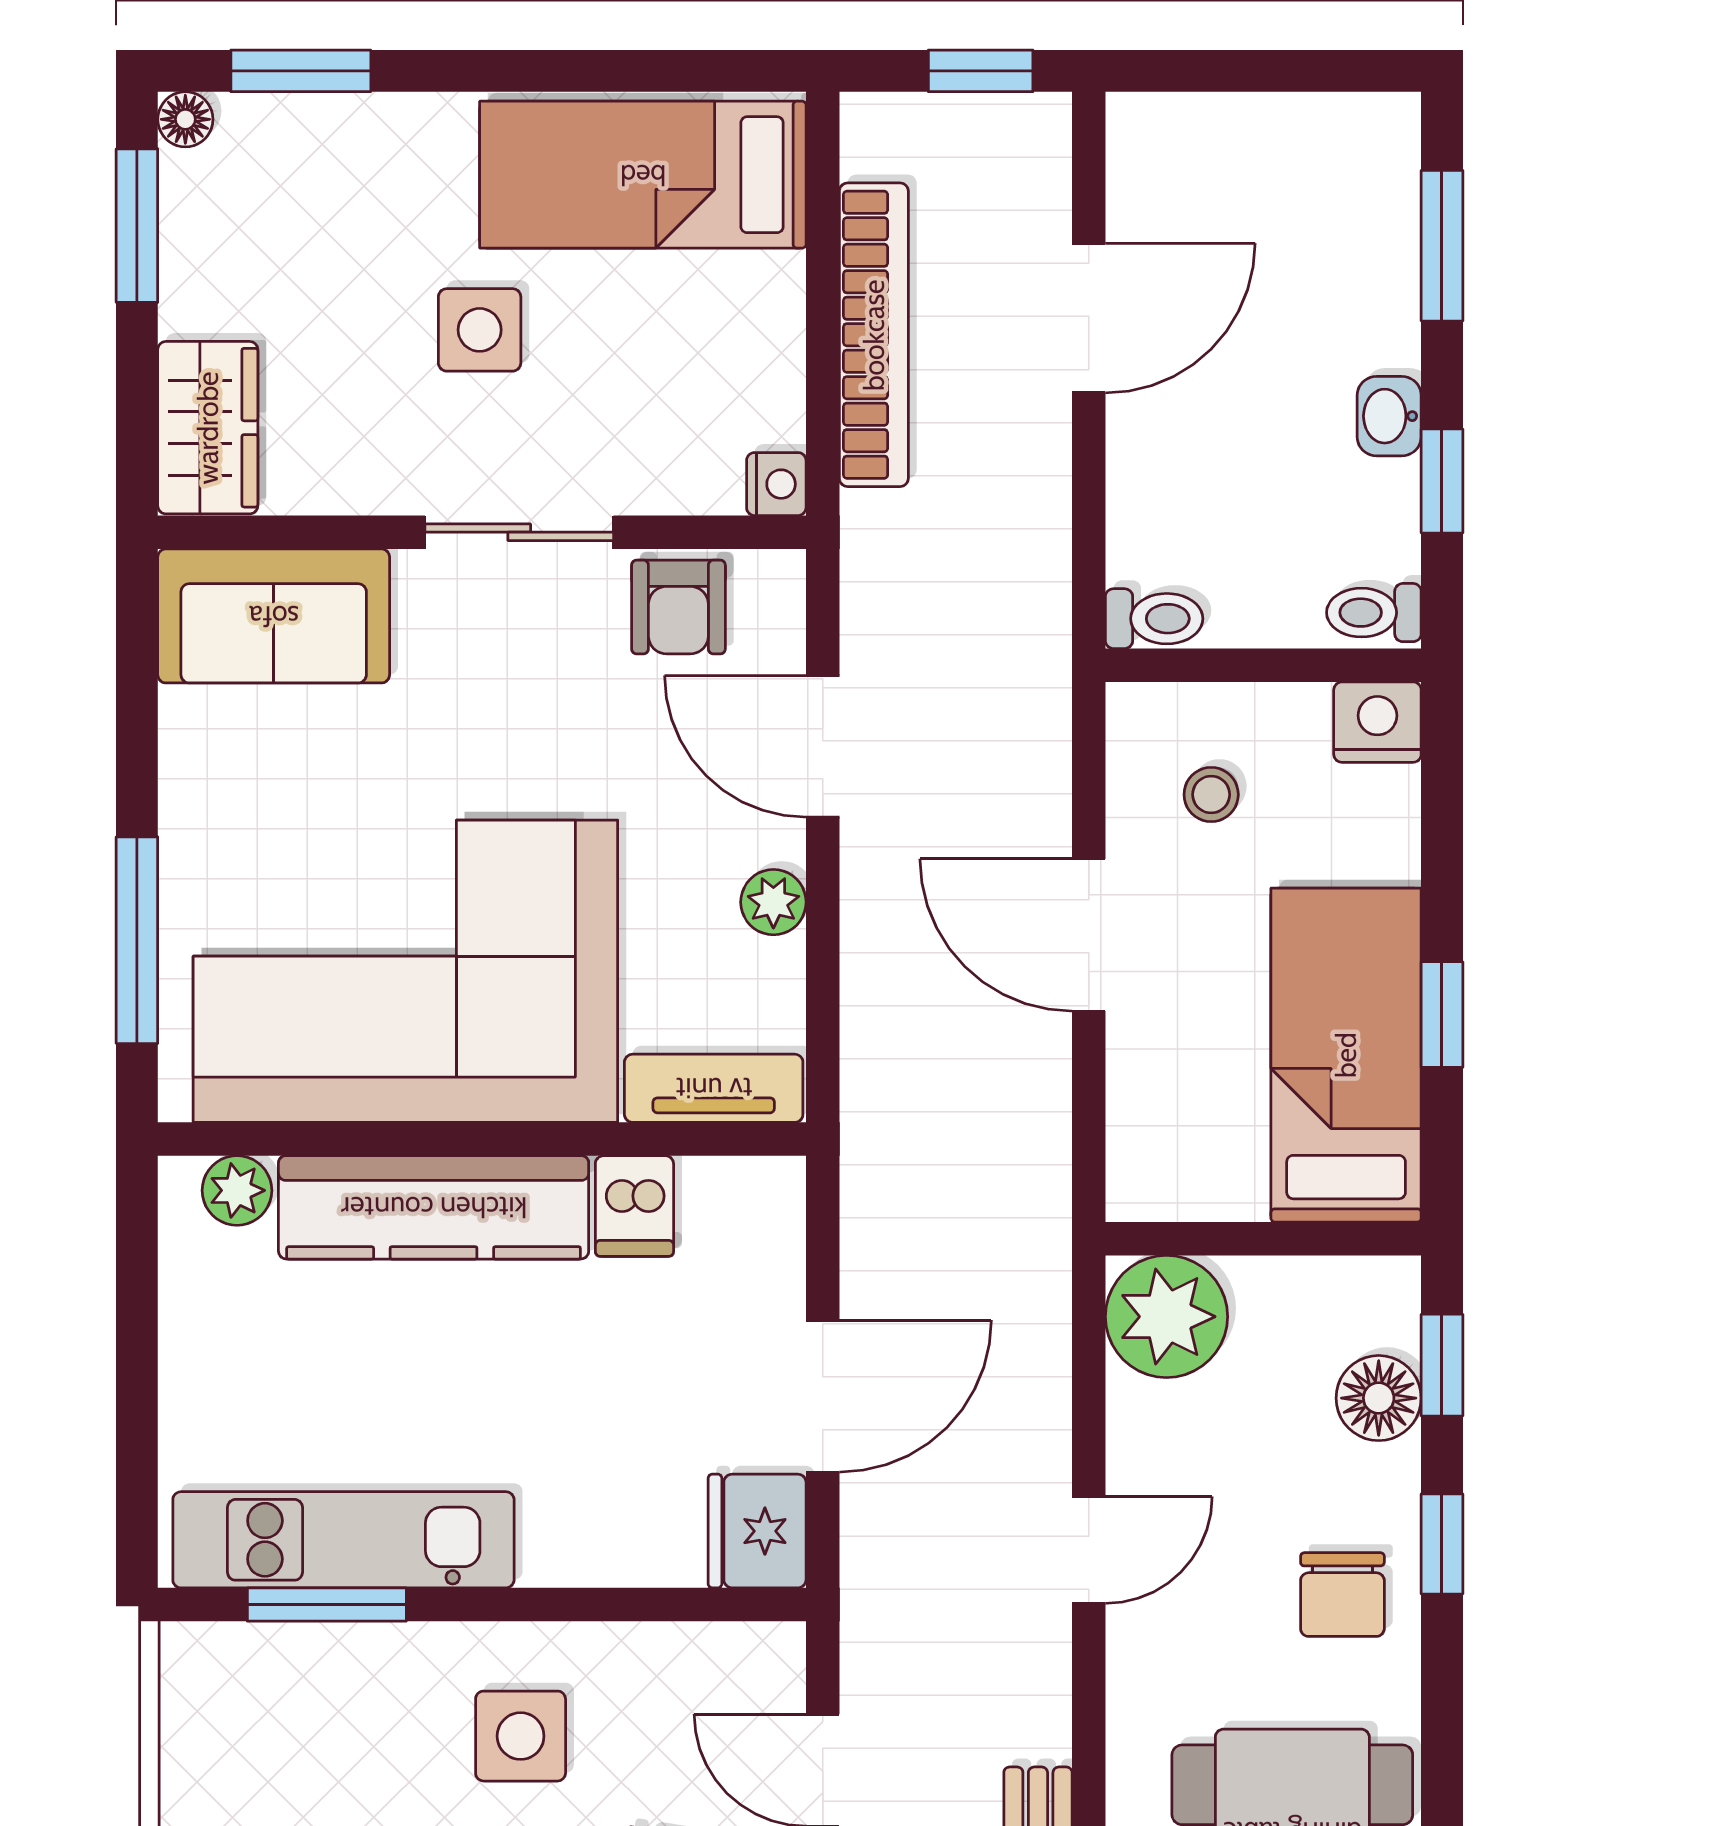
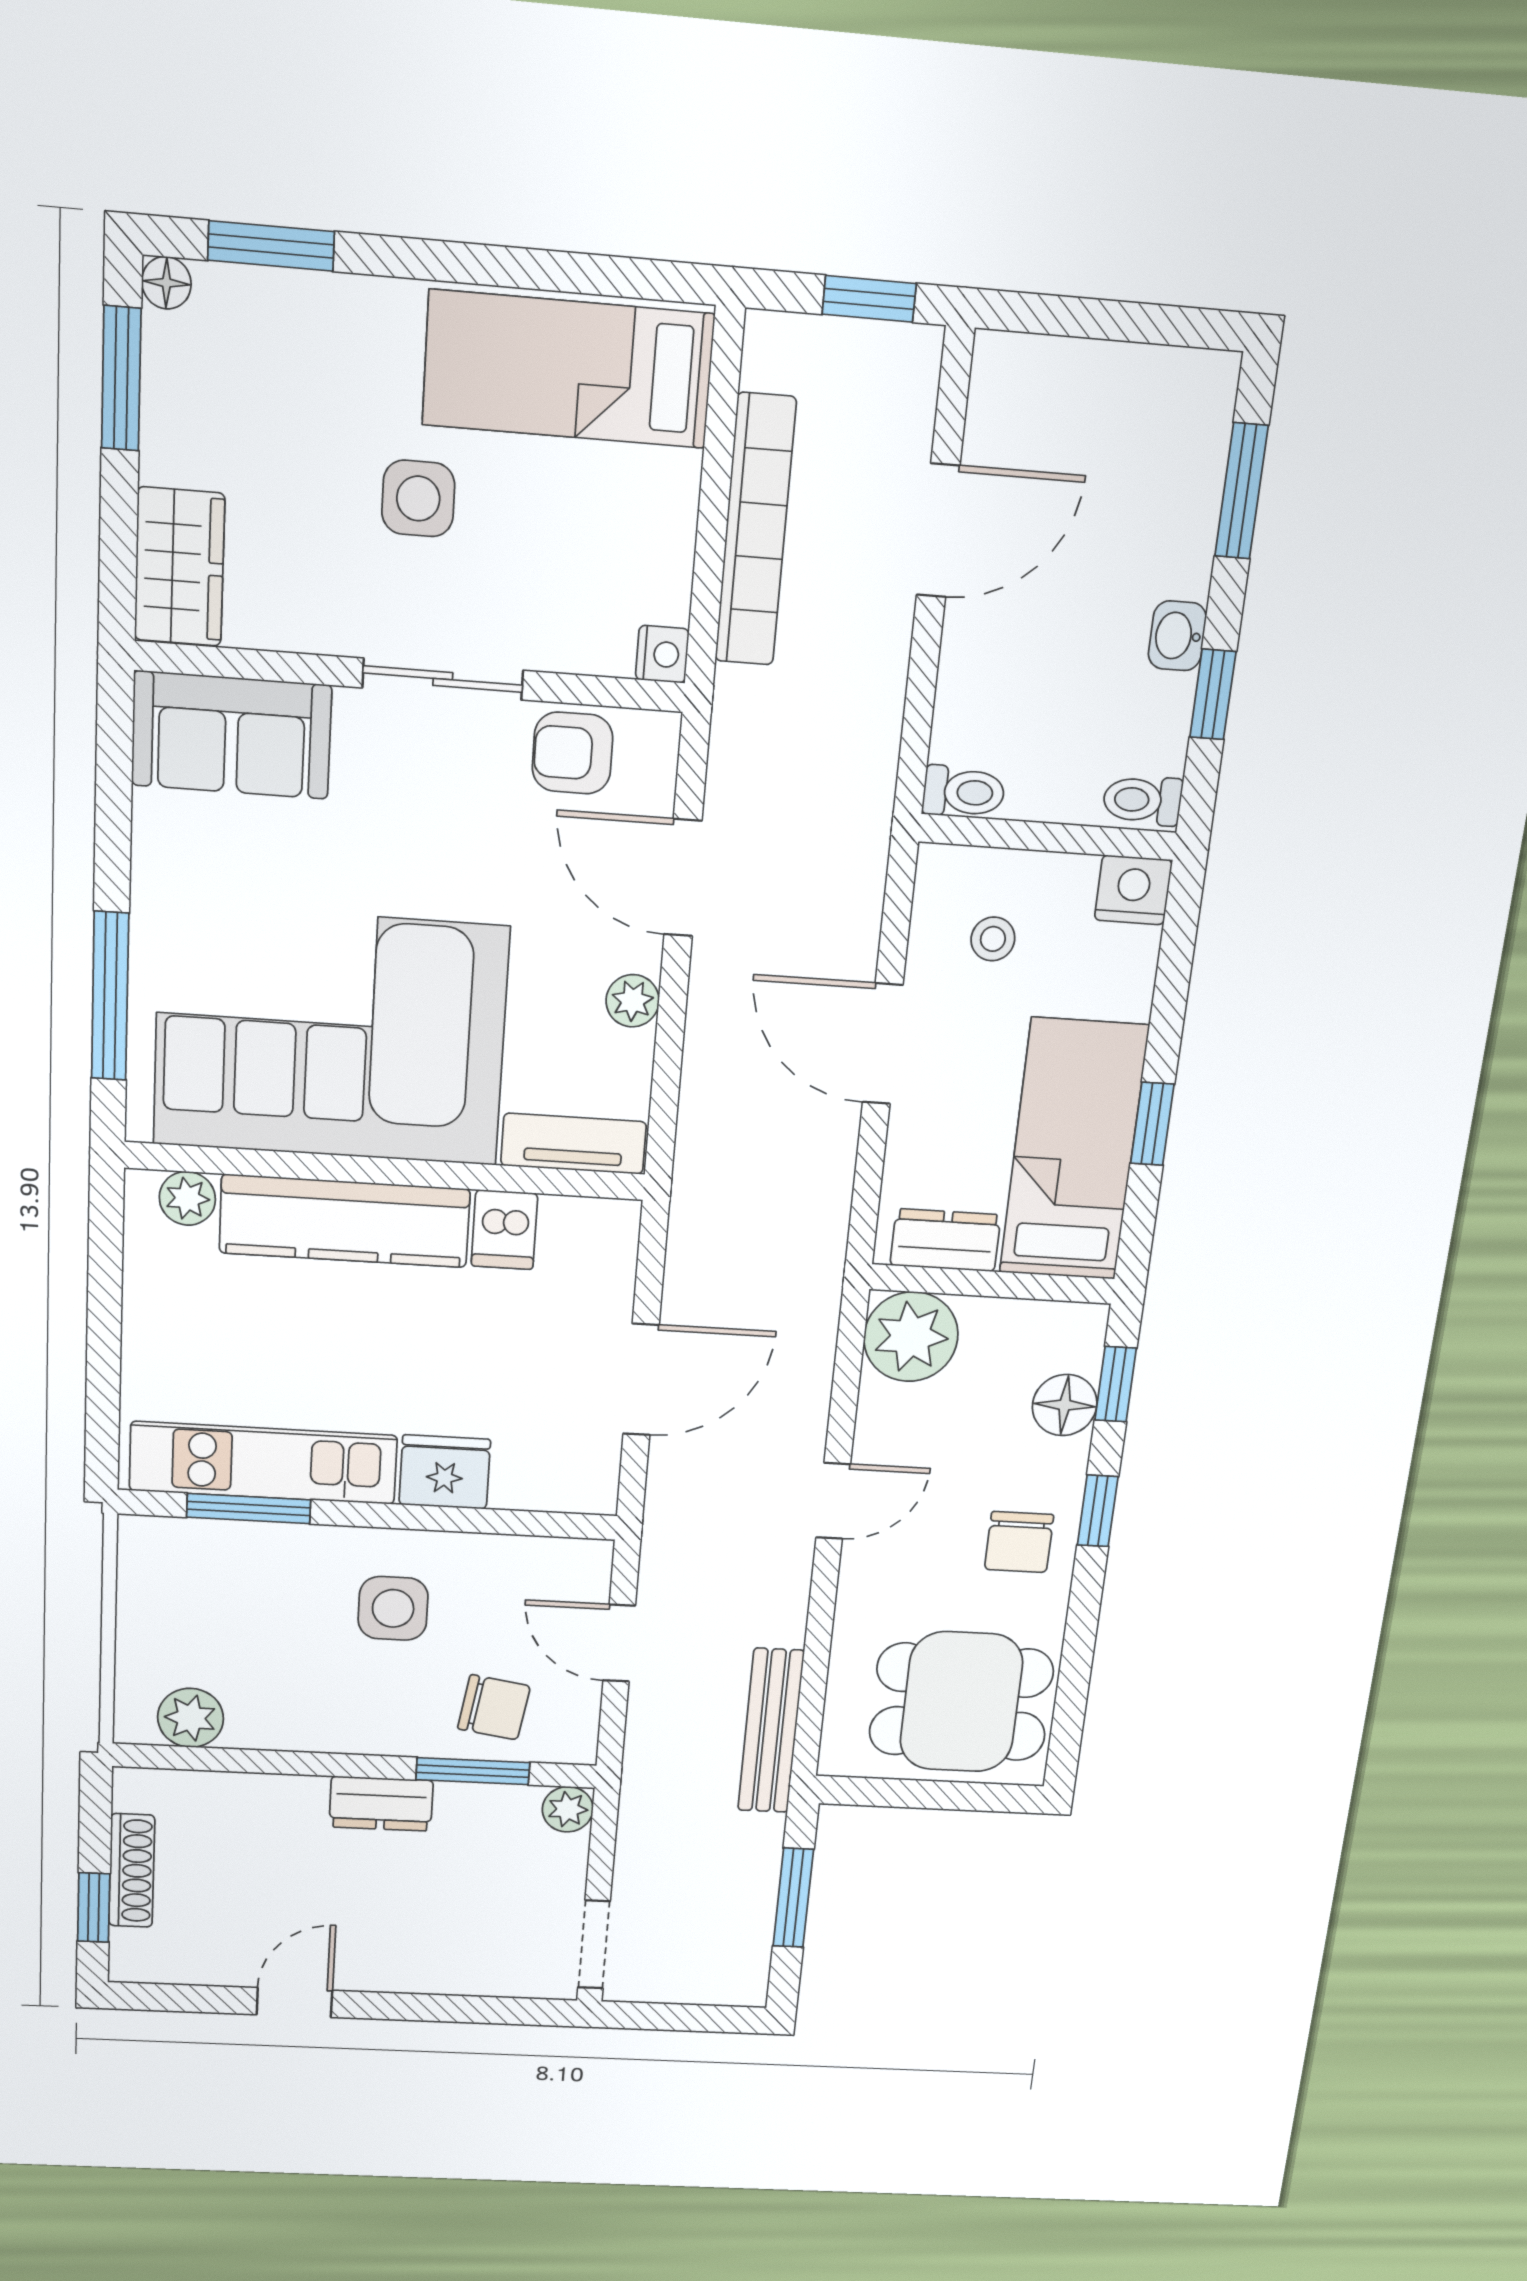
armchair: (678, 607) -> (573, 753), turned 90
dresser: (1196, 1184) -> (945, 1240), added
fridge: (757, 1531) -> (445, 1472), moved, turned 90

